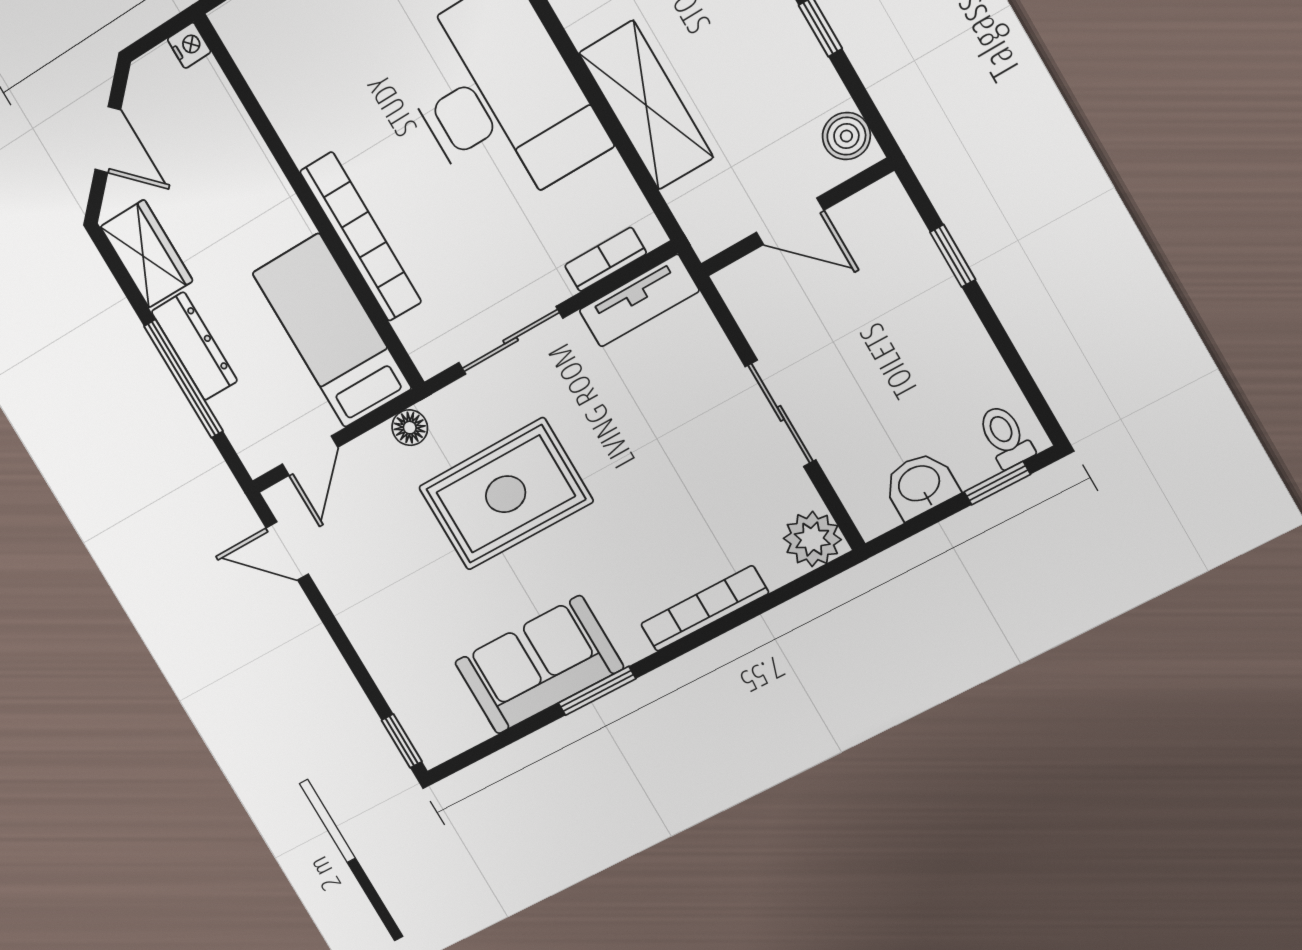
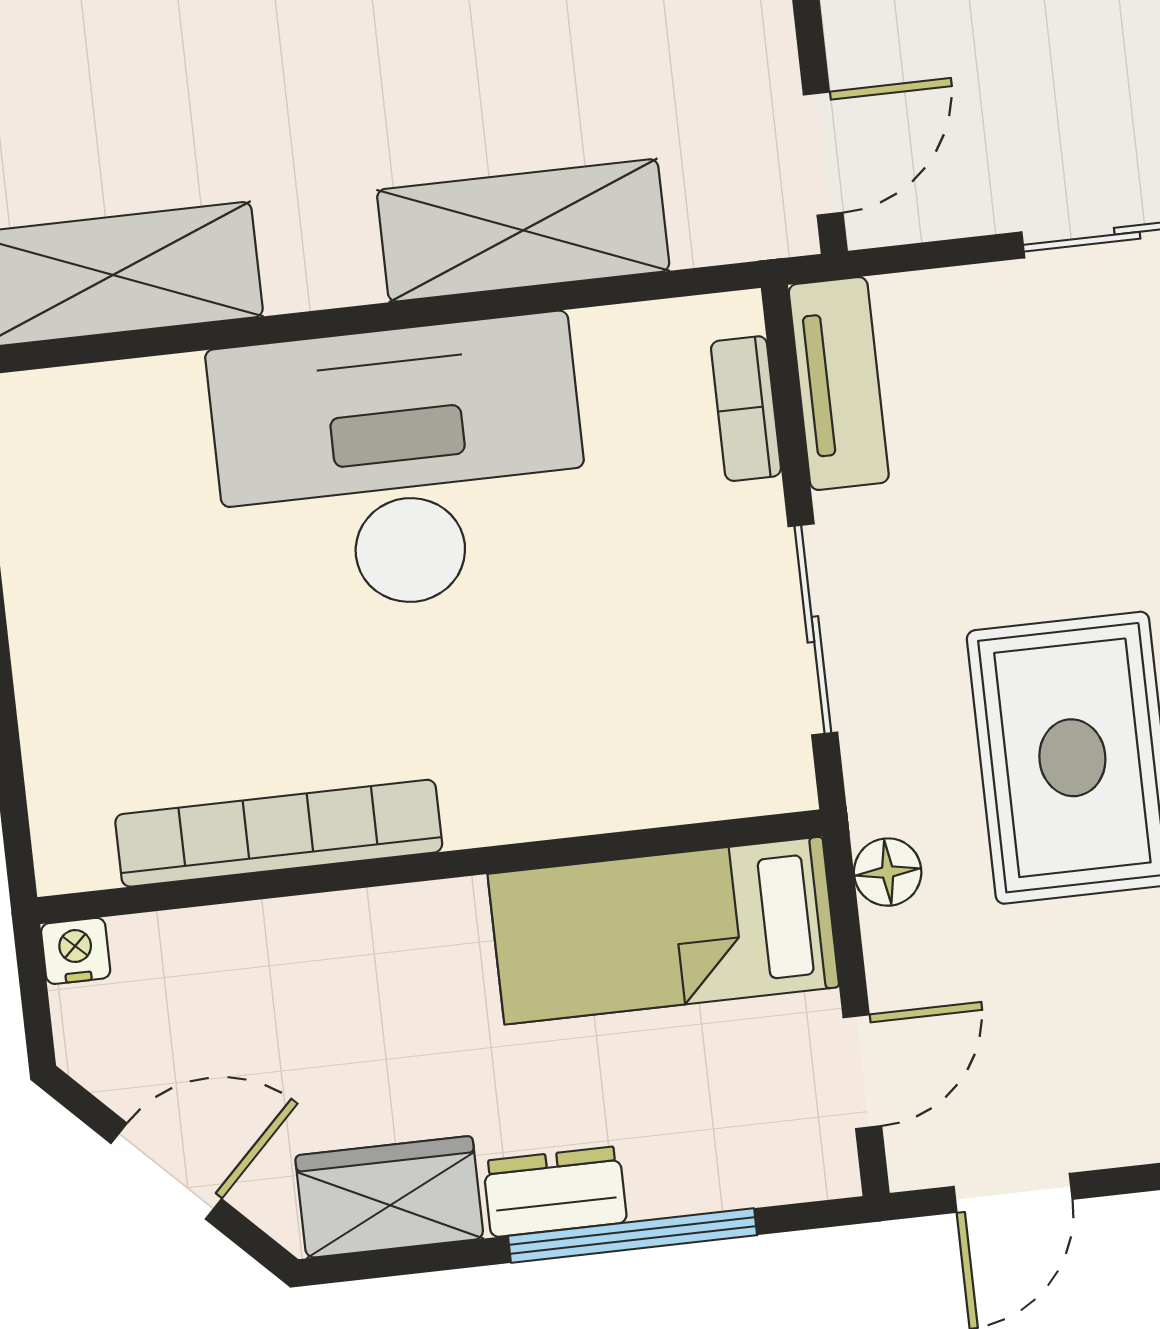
door: (790, 221) -> (823, 154), moved
bookcase: (361, 237) -> (279, 833), moved
dresser: (194, 346) -> (555, 1192), width x0.70
door: (310, 456) -> (862, 1072), hinge flipped

